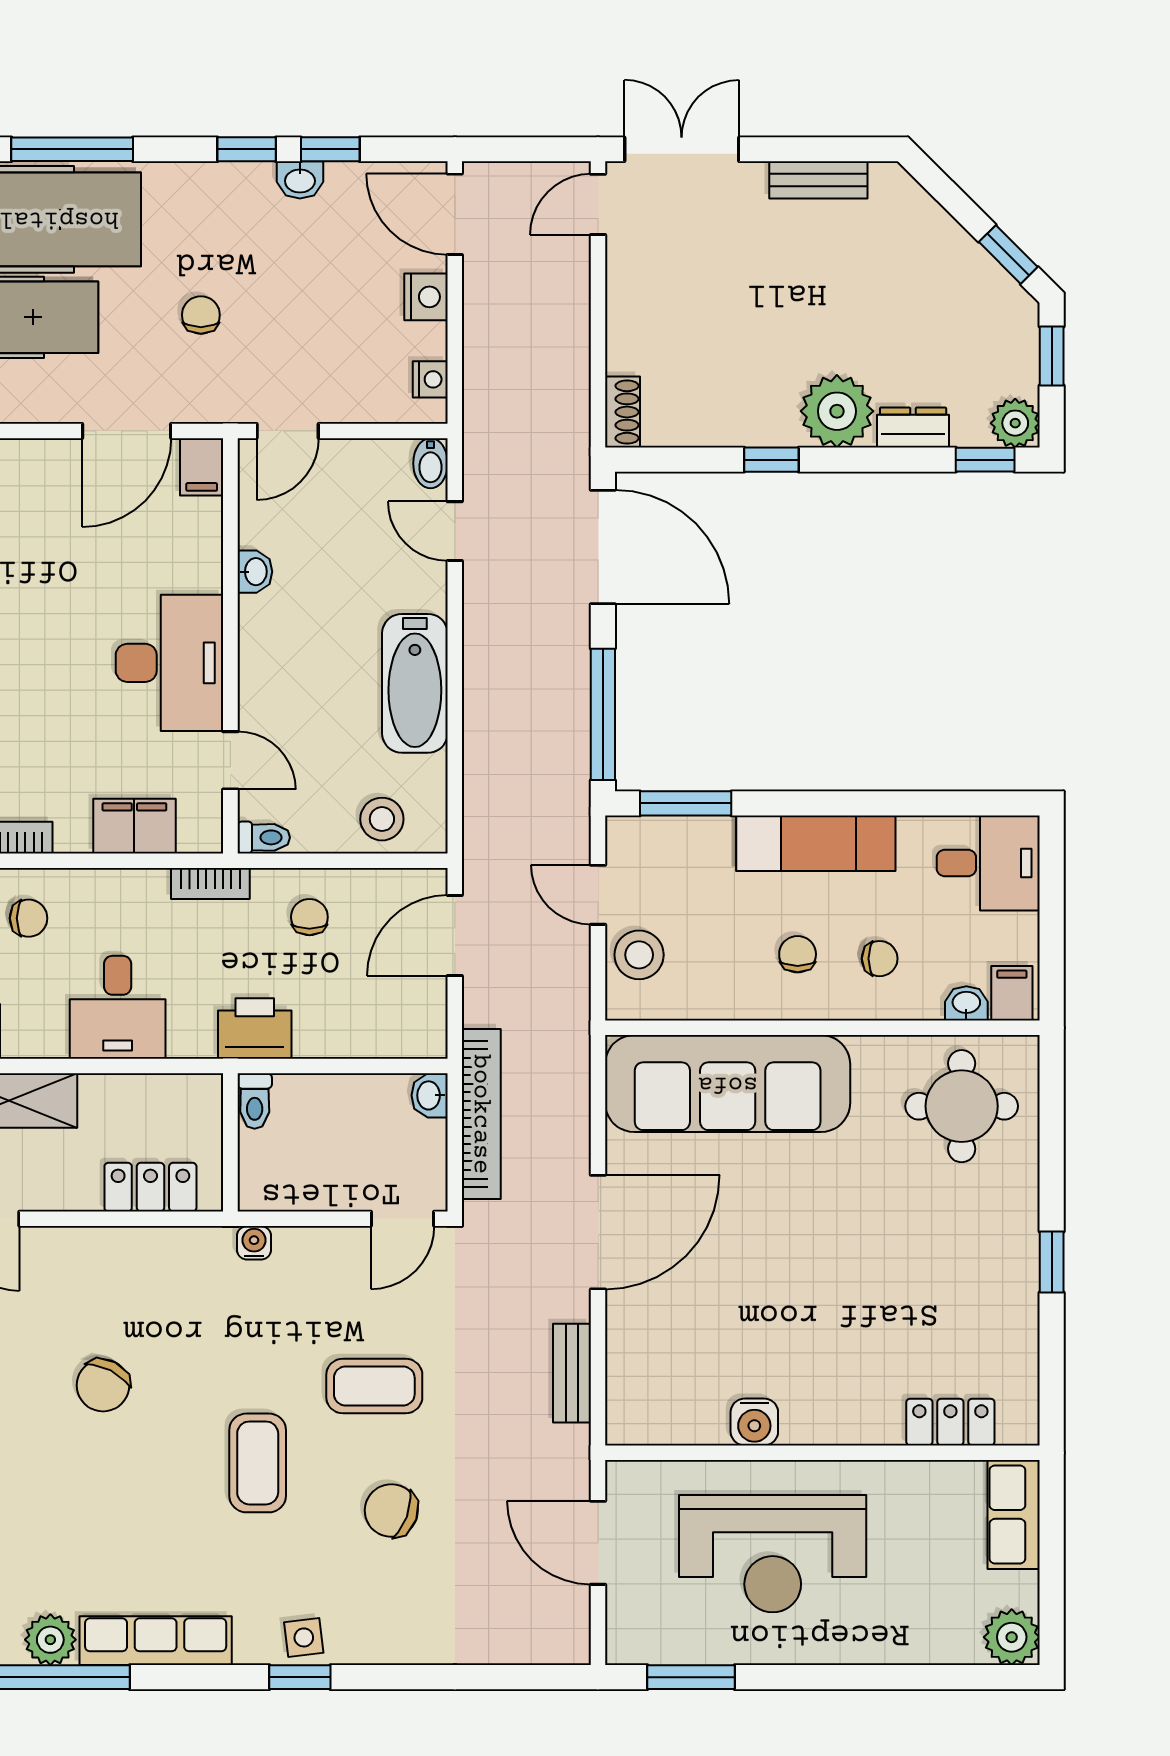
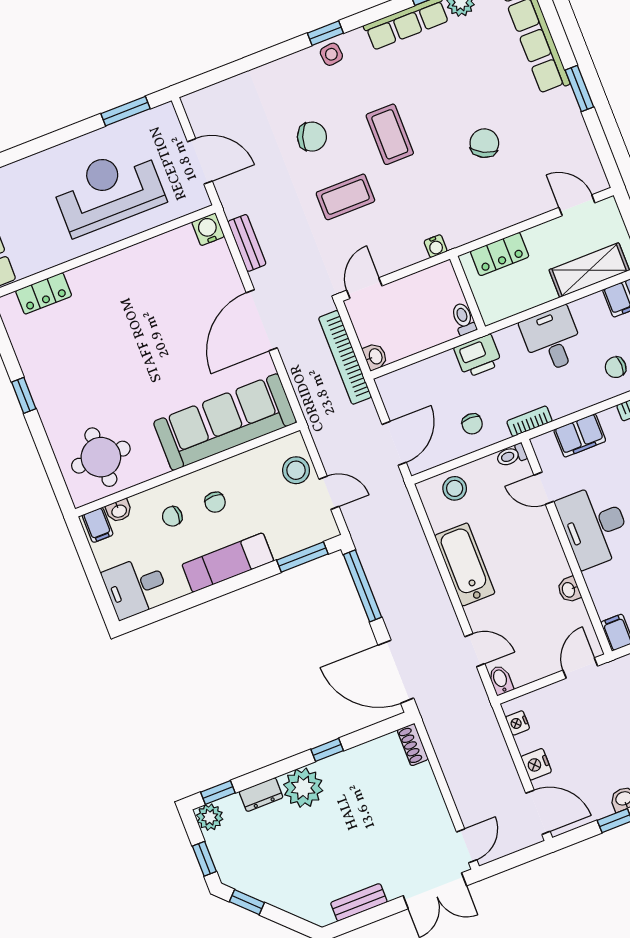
water cooler: (754, 1422) -> (208, 229), moved

